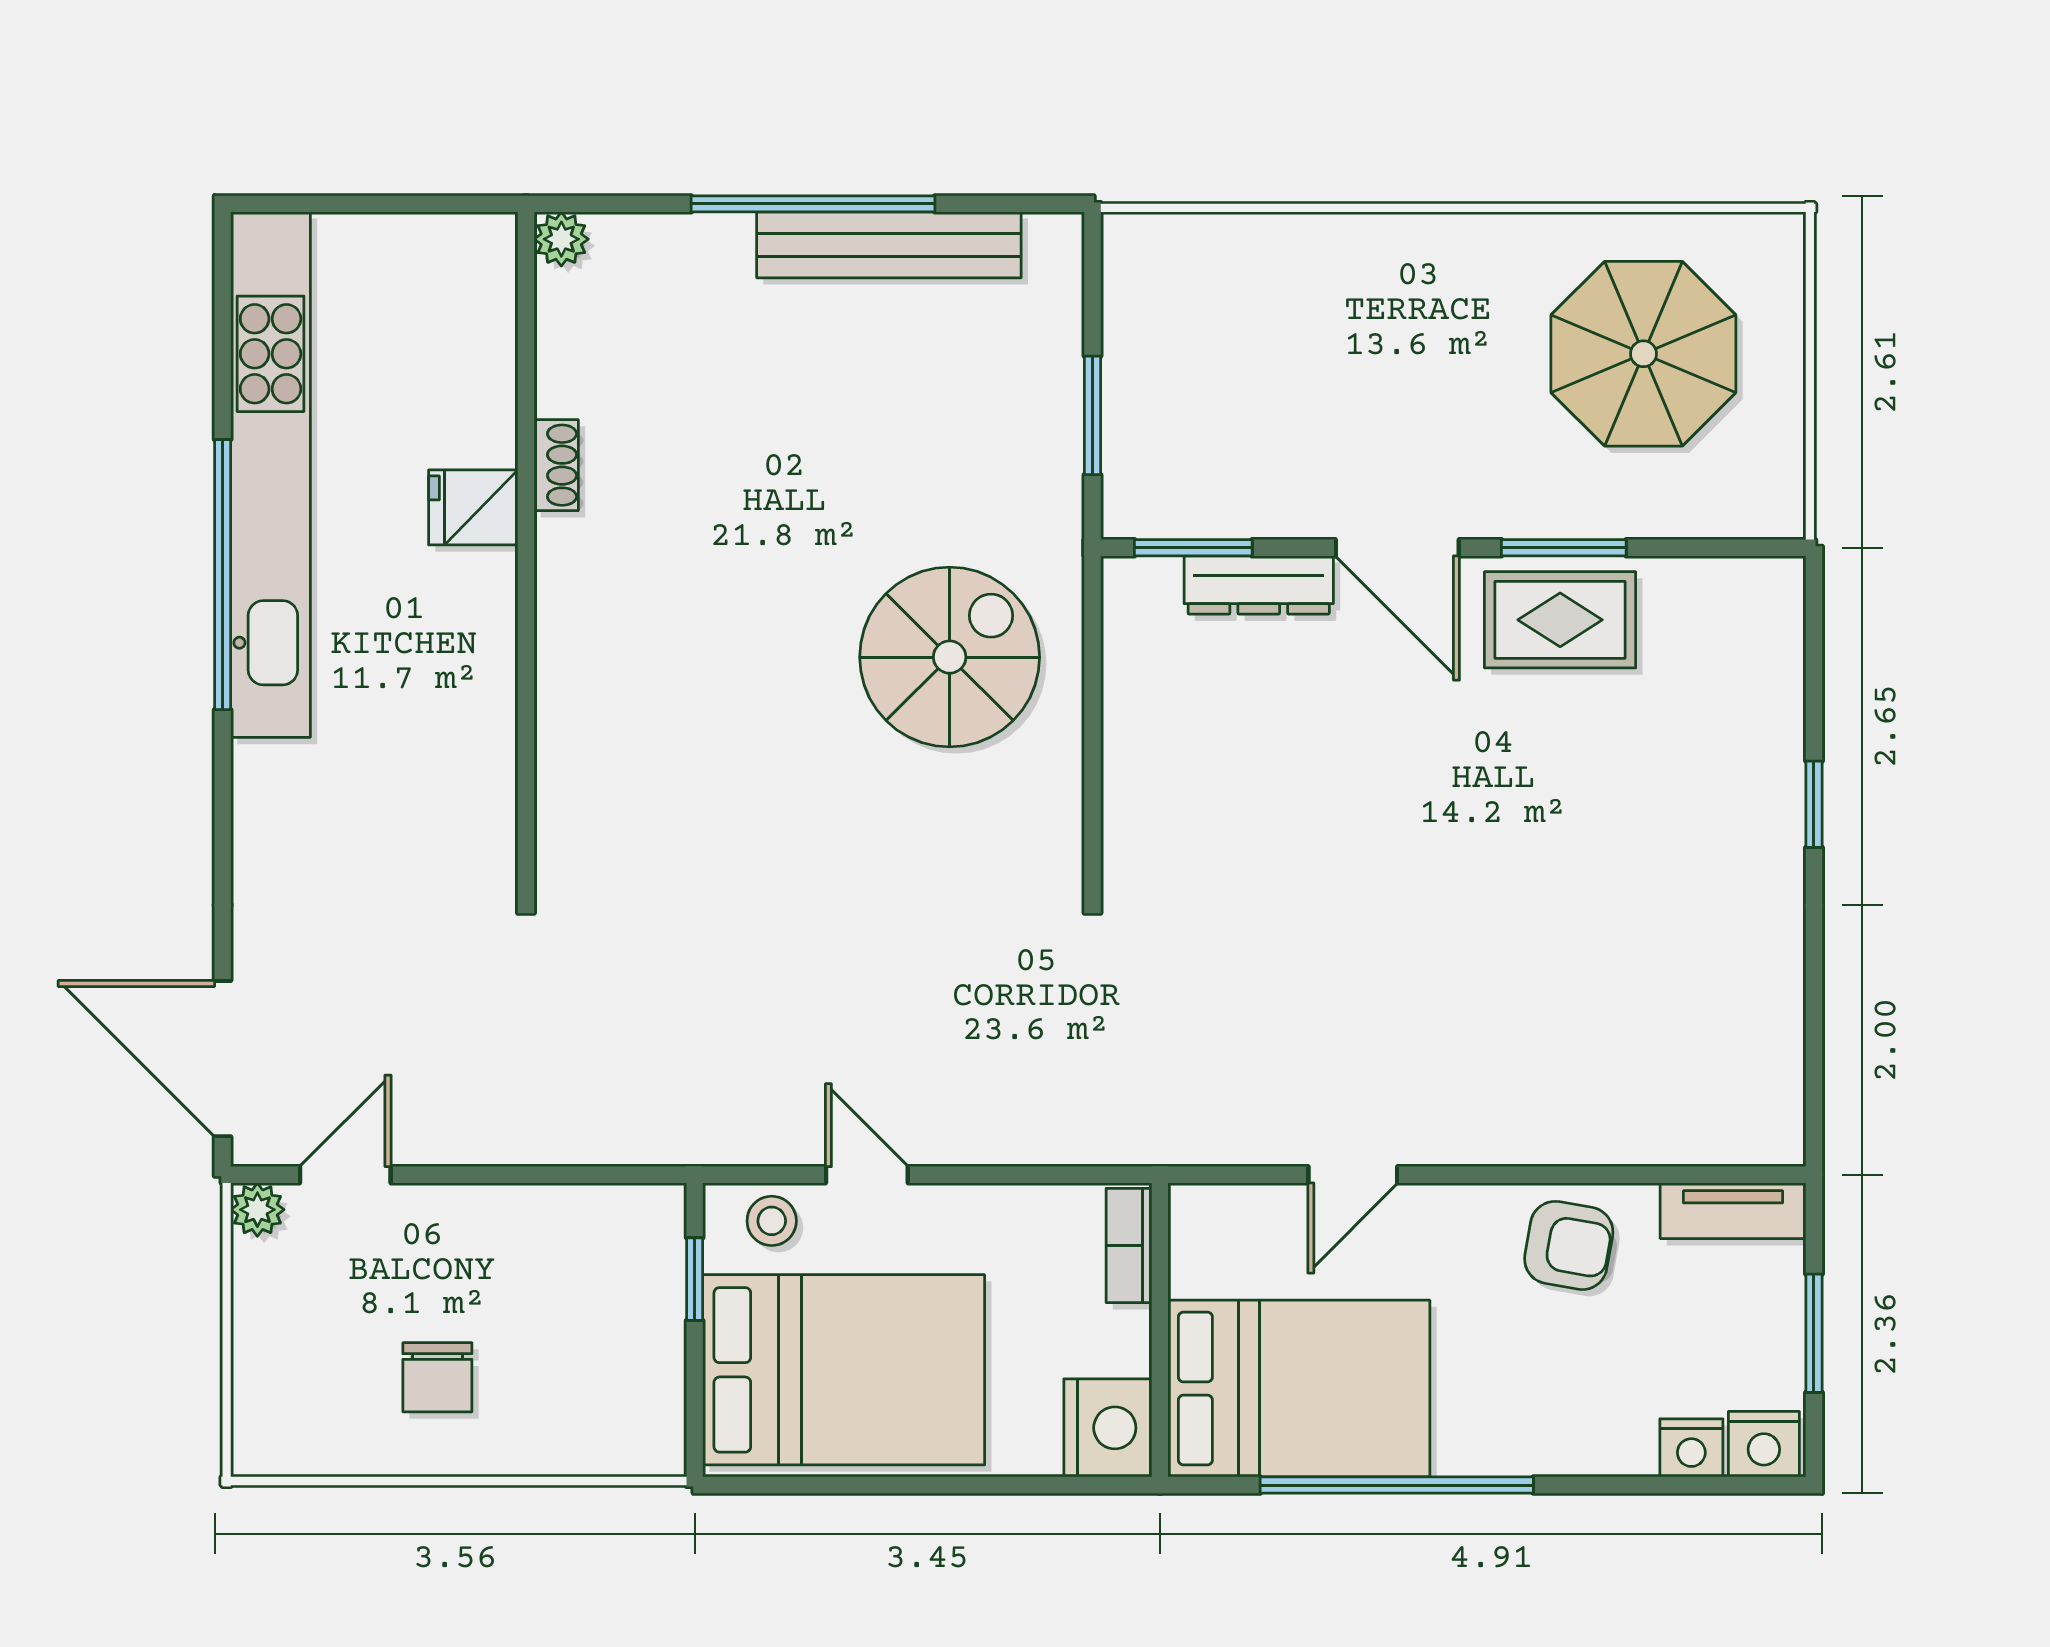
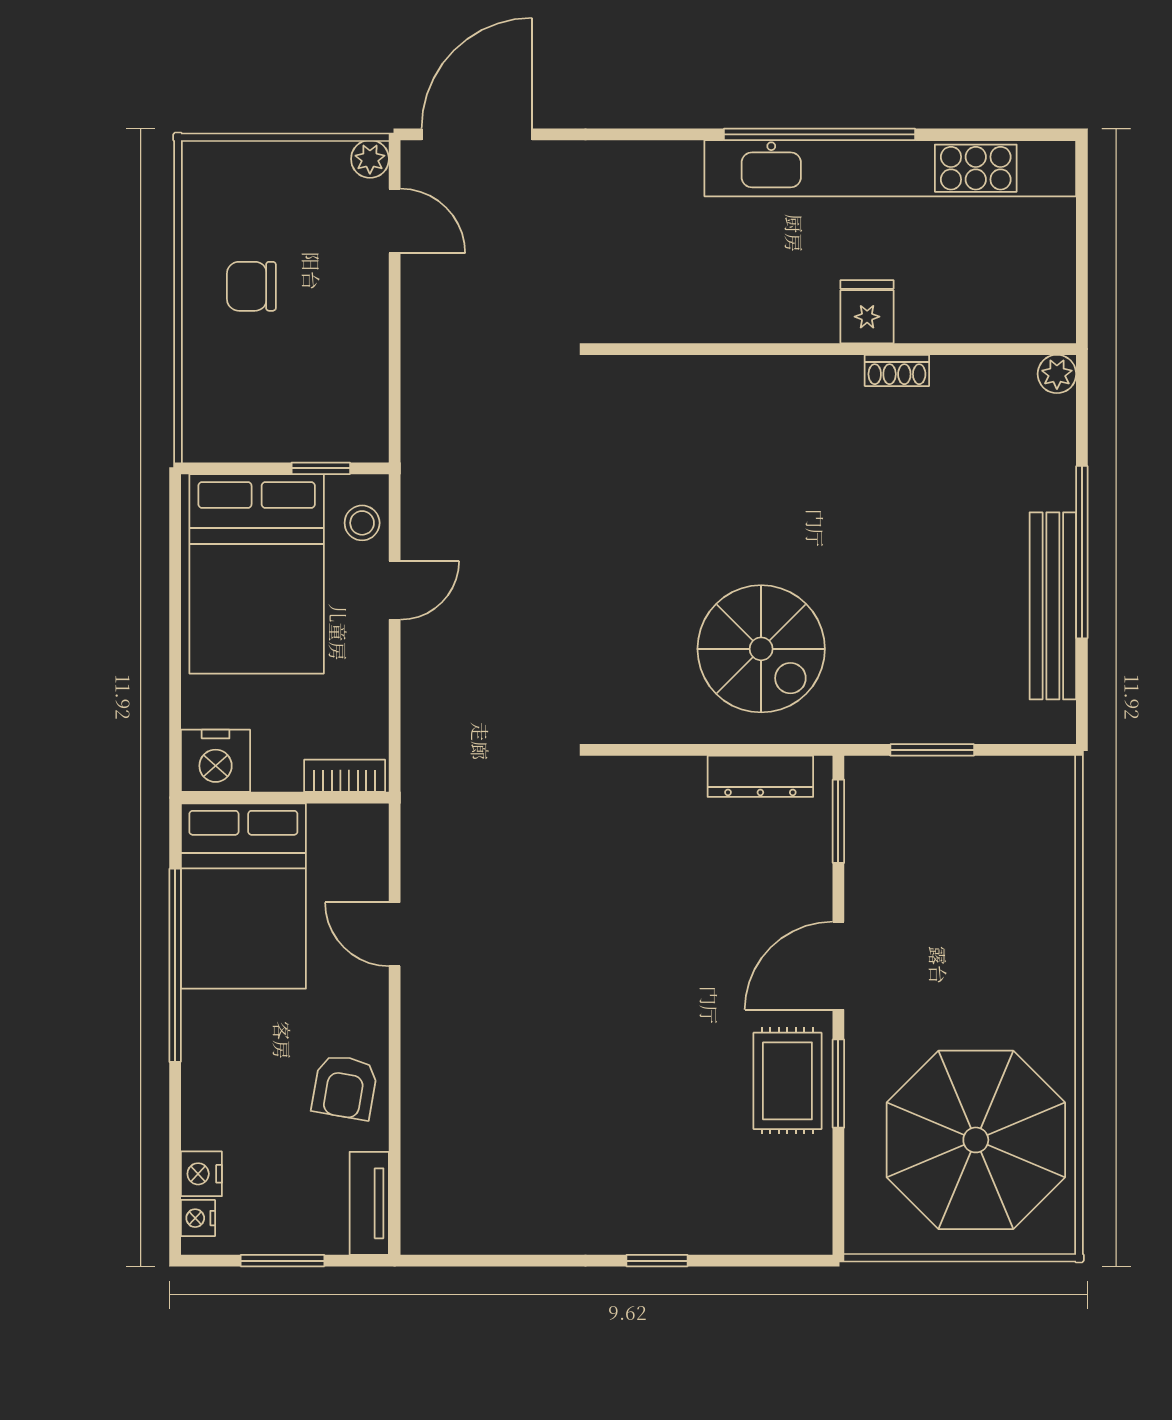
parasol: (1643, 354) -> (976, 1140), width x1.36, depth x1.36
dresser: (1259, 585) -> (760, 776), moved, turned -90
nightstand: (1764, 1444) -> (198, 1218), width x0.72, depth x0.74

